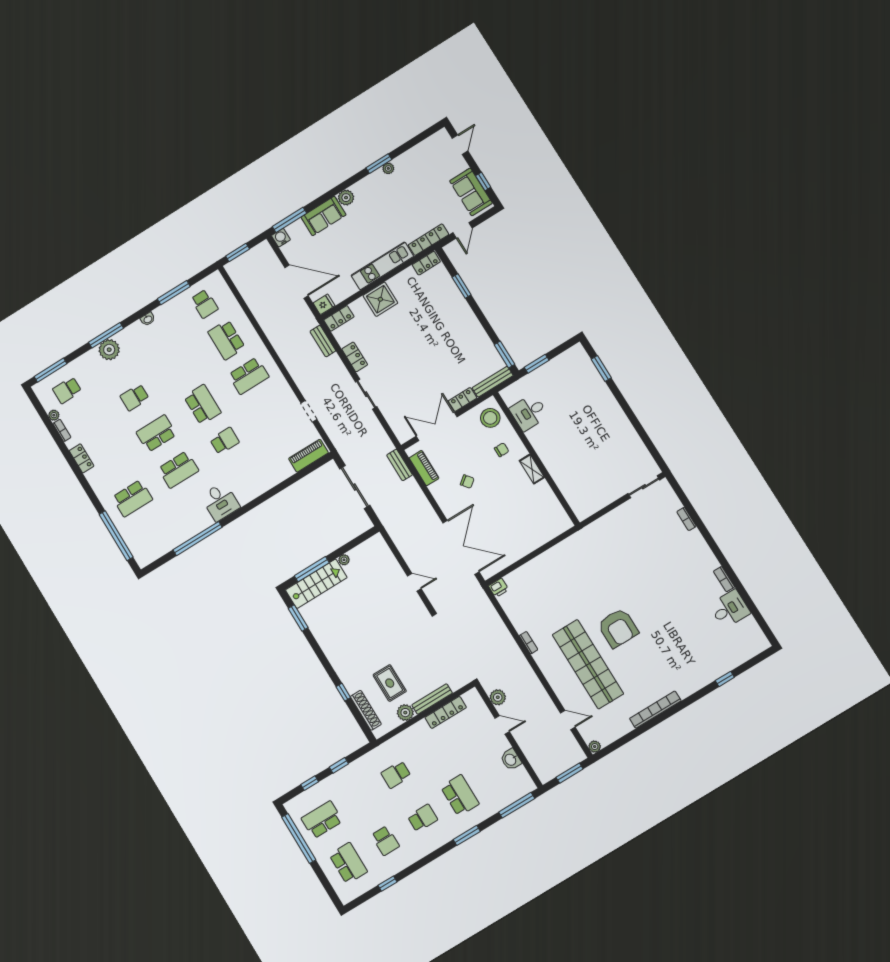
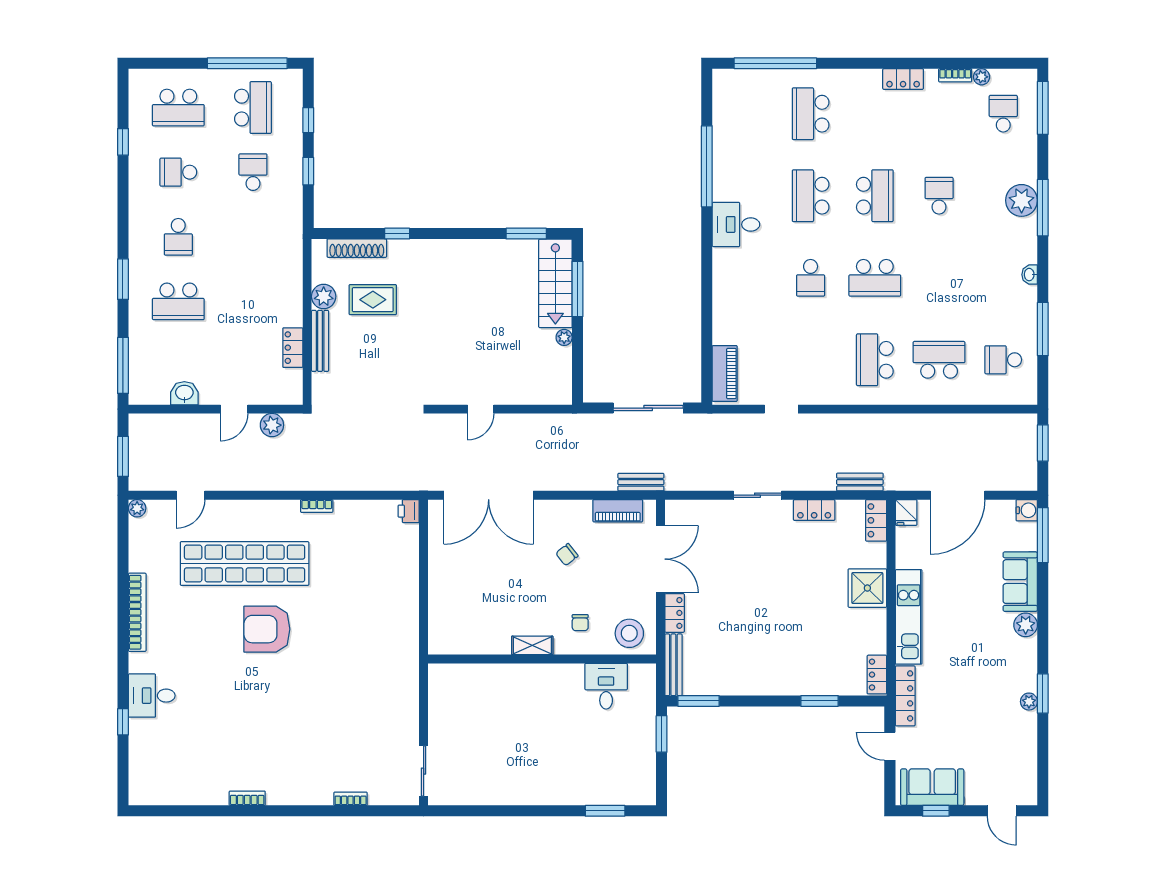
desk: (730, 609) -> (152, 696), moved, turned 90
locker: (446, 712) -> (293, 348), width x0.66
school desk: (396, 775) -> (253, 172), moved

